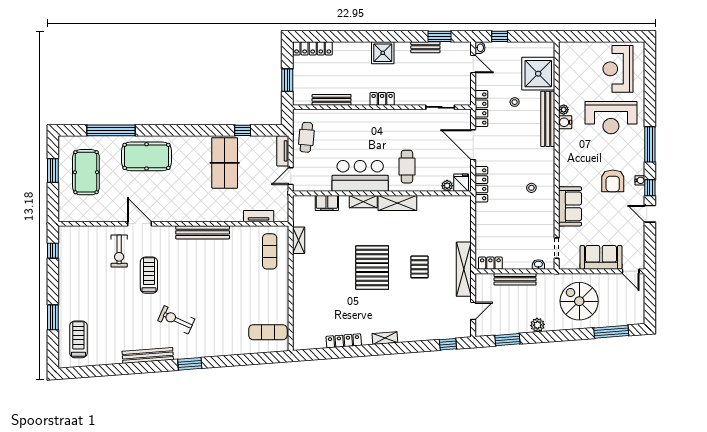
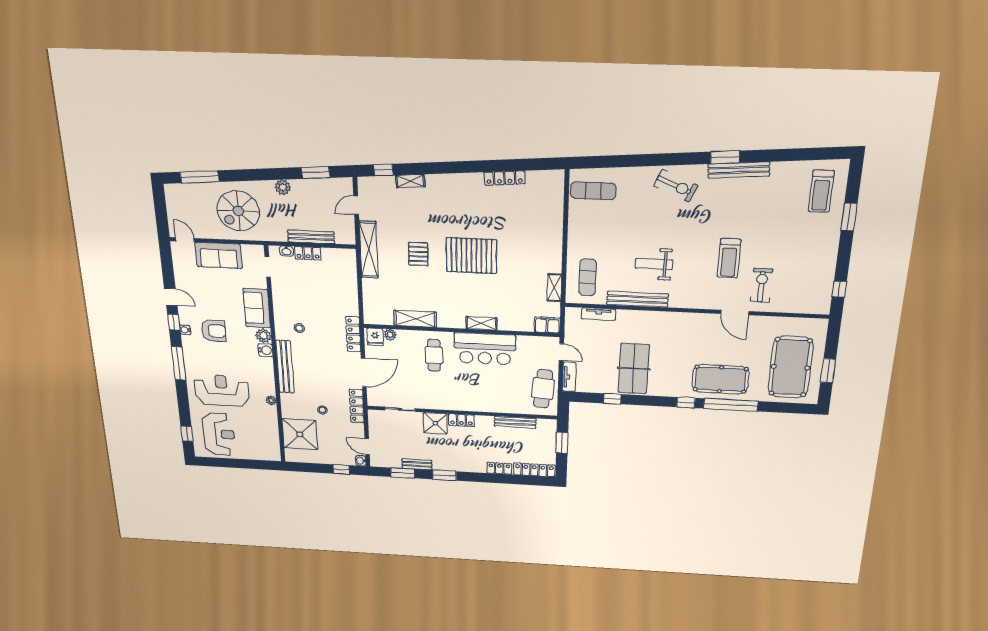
window: (399, 36) -> (445, 475), added
locker: (346, 48) -> (499, 468), added
shower: (383, 53) -> (435, 423), moved
window: (650, 67) -> (187, 434), added
bench: (548, 119) -> (285, 367), moved
water cooler: (565, 122) -> (265, 350), moved
window: (111, 130) -> (731, 405), moved
window: (176, 130) -> (686, 403), added
cafe table: (306, 137) -> (543, 389), width x1.37, depth x1.35
door: (473, 145) -> (364, 372), hinge flipped
pool table: (86, 172) -> (791, 367), width x1.36, depth x1.32
door: (291, 176) -> (561, 352), hinge flipped
plant: (566, 178) -> (263, 336), added
armchair: (613, 181) -> (214, 331), turned 90
filing cabinet: (327, 203) -> (547, 325), moved
shelving: (397, 203) -> (415, 319), moved
bench: (203, 232) -> (637, 299), moved
locker: (490, 263) -> (308, 253), moved
weight bench: (213, 267) -> (654, 264), added
pallet: (372, 268) -> (471, 256), turned 90
spiral stairs: (579, 301) -> (238, 211), turned 90
exercise bike: (176, 320) -> (676, 186), moved
shelving: (385, 338) -> (410, 181), moved
window: (190, 364) -> (725, 157), moved

